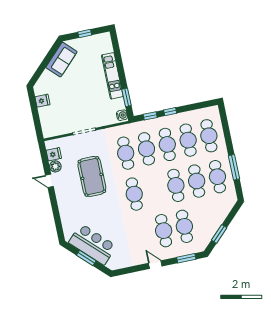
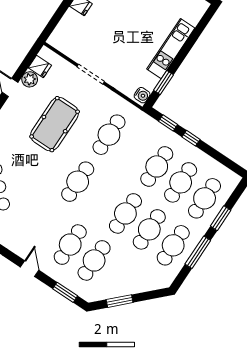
window: (228, 138) -> (221, 218), added
cafe table: (146, 149) -> (133, 151), removed

